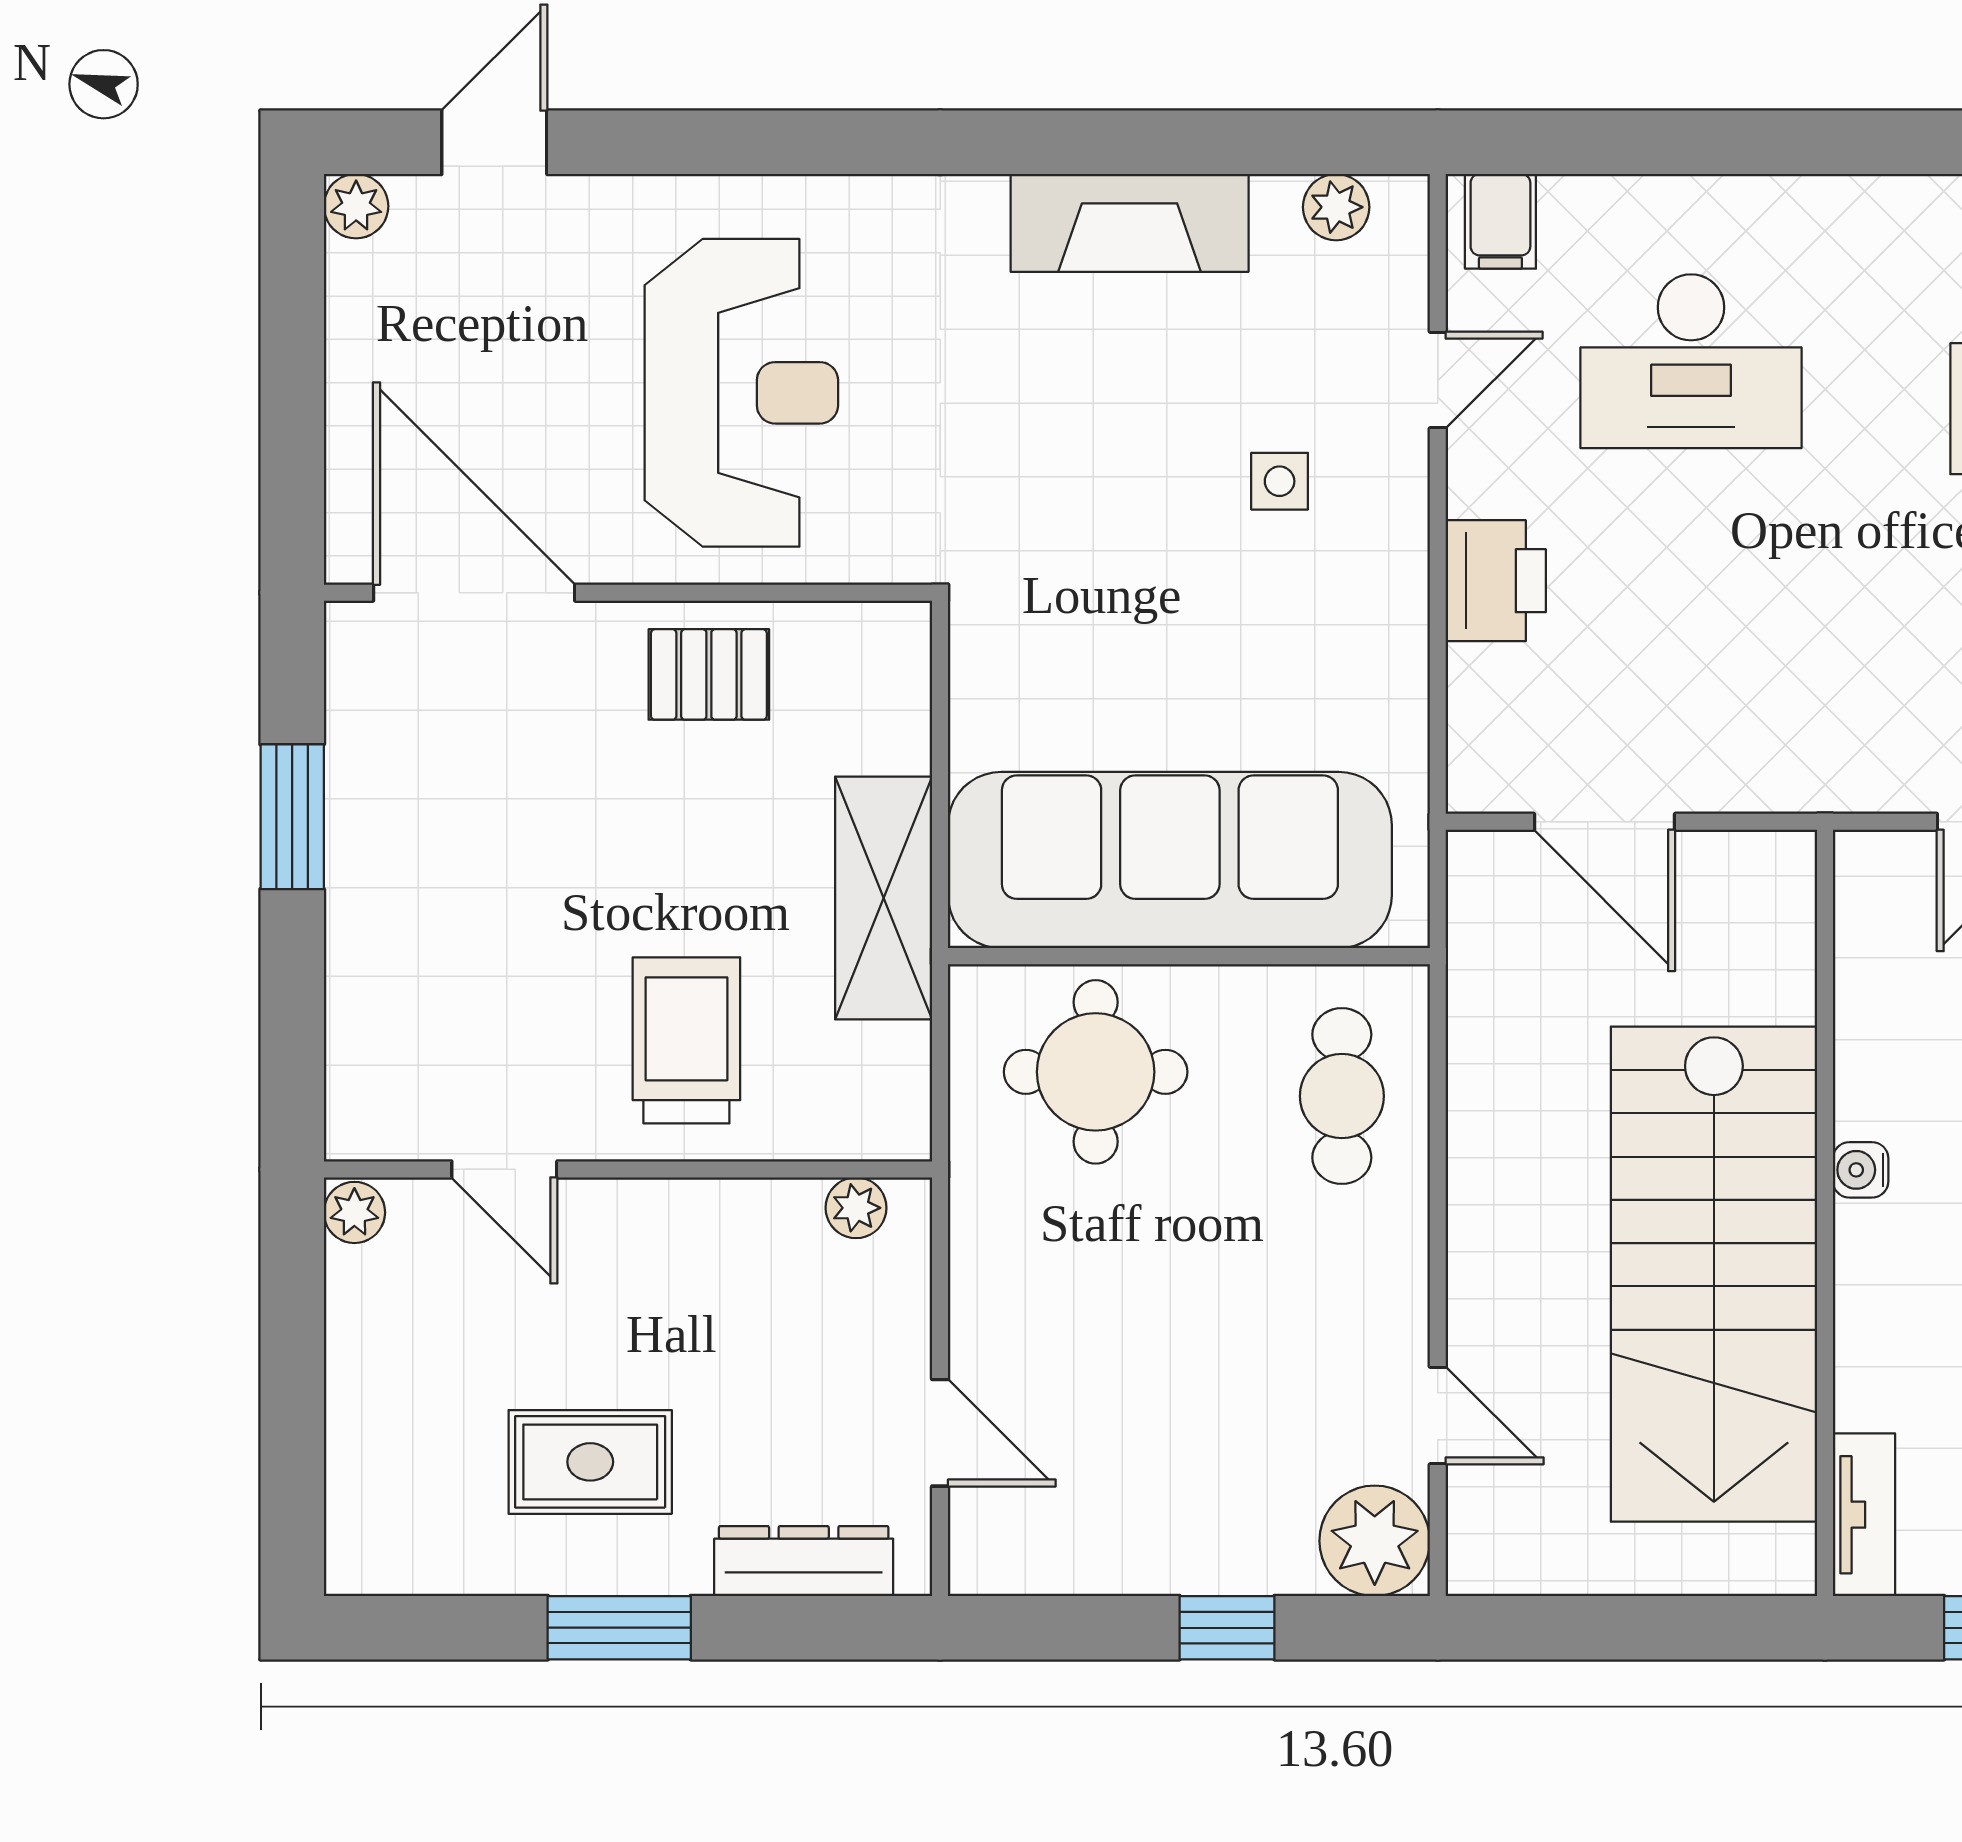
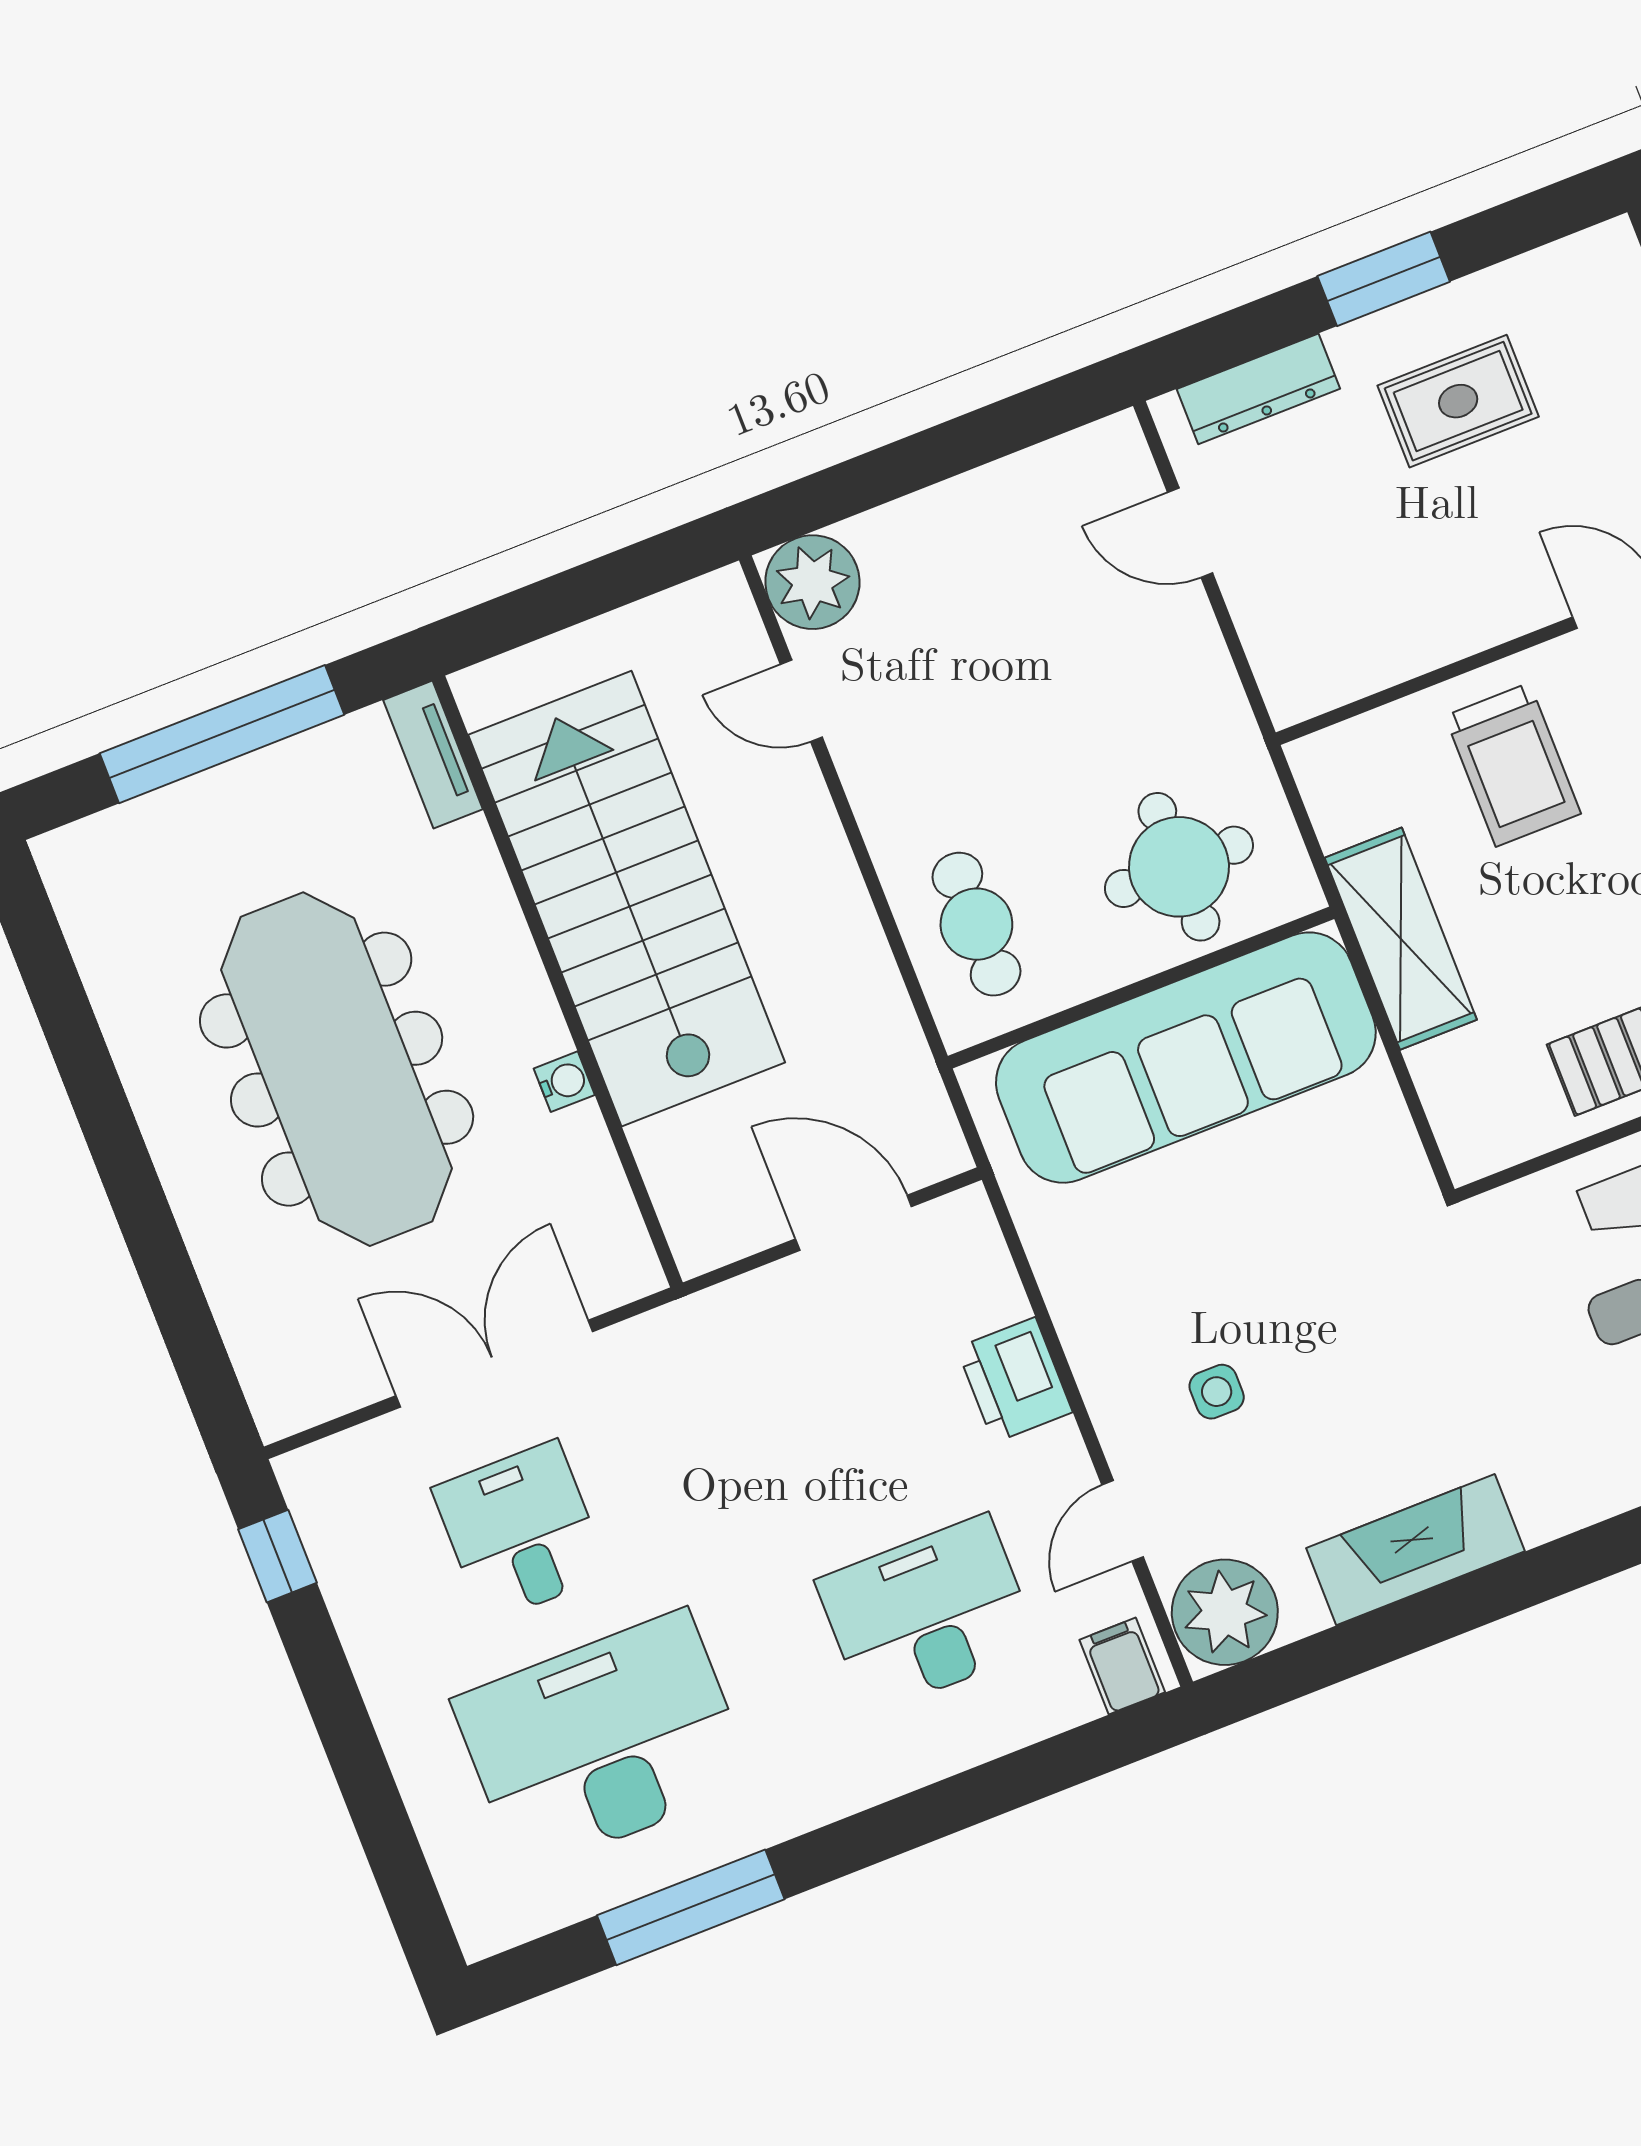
plant: (1336, 207) -> (1225, 1612), width x1.88, depth x1.88
water cooler: (1861, 1170) -> (564, 1082), moved
plant: (856, 1208) -> (1326, 685), removed
window: (1227, 1628) -> (902, 467), removed

